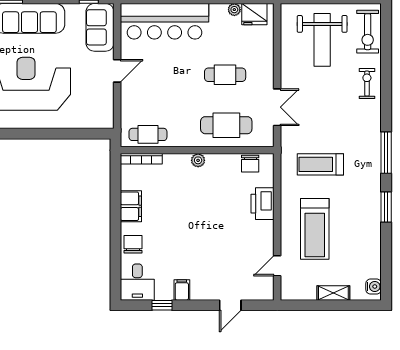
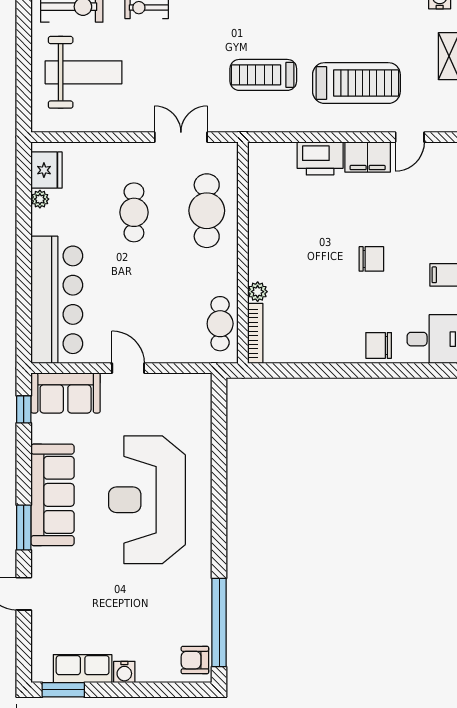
plant: (198, 160) -> (258, 292), moved
chair: (250, 164) -> (371, 259), moved
treadmill: (320, 164) -> (263, 75), turned 90
filing cabinet: (131, 206) -> (368, 157), moved, turned 180
door: (277, 266) -> (410, 137), hinge flipped

